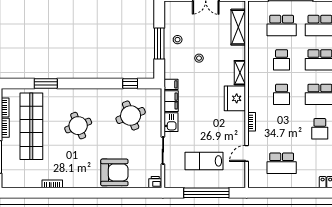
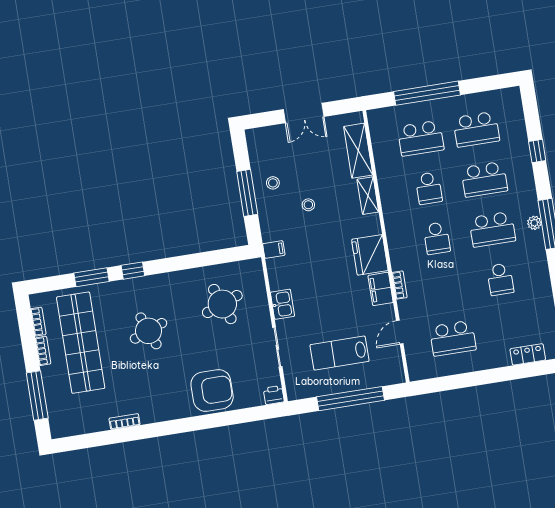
shelving: (240, 73) -> (368, 196), moved
window: (130, 83) -> (133, 271), moved
filing cabinet: (171, 101) -> (381, 289), moved, turned 180

